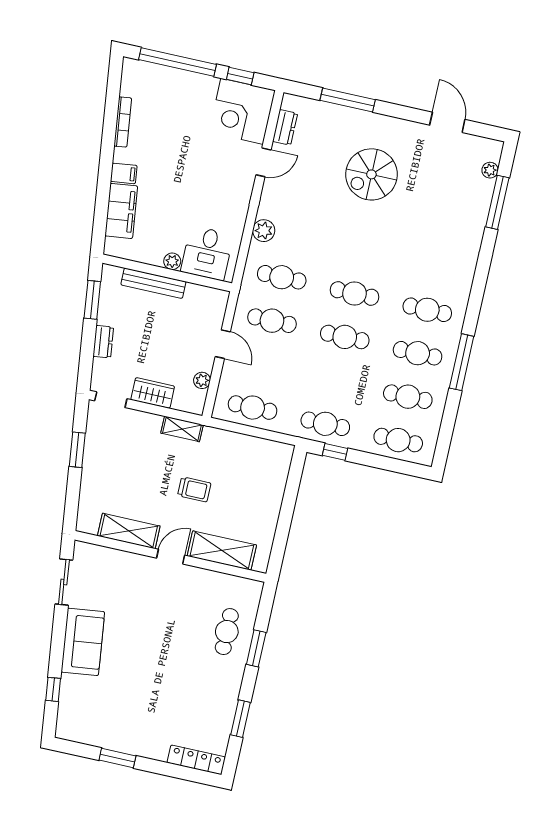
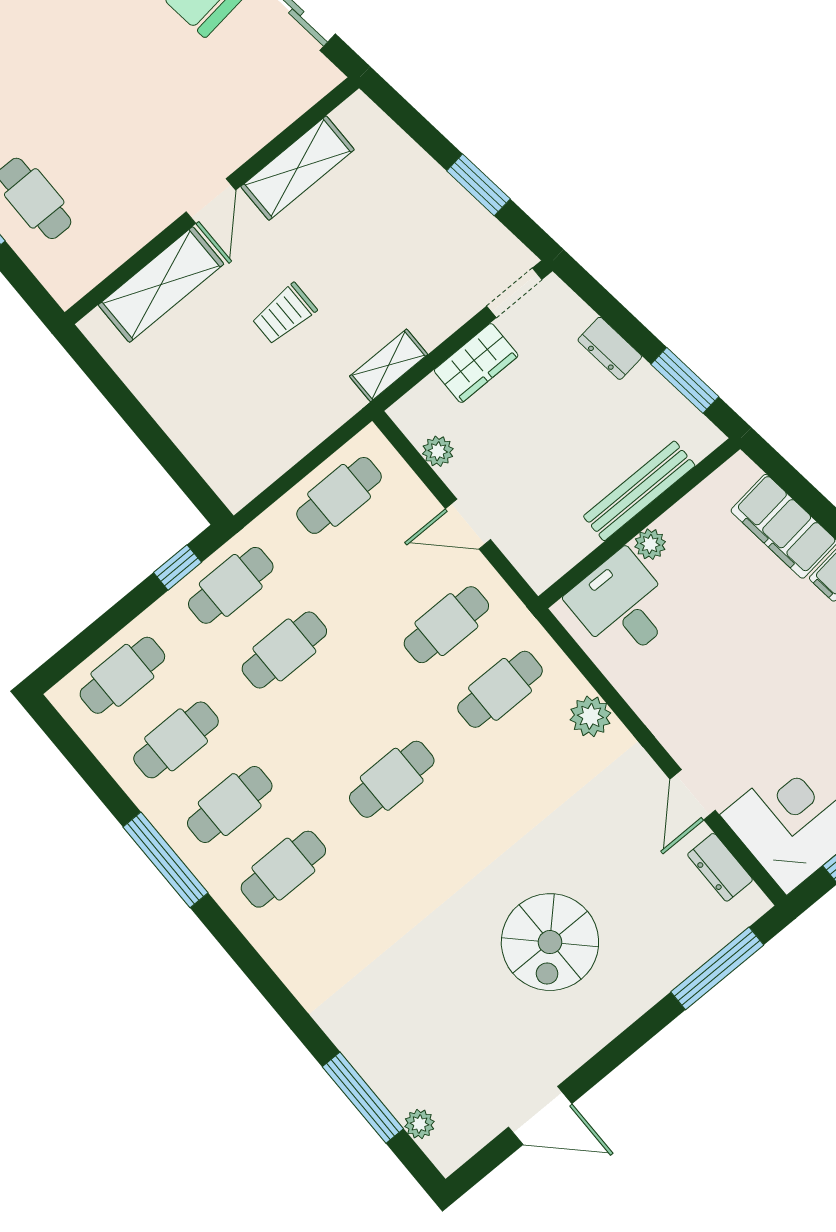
window: (348, 100) -> (717, 968), moved
spiral stairs: (371, 174) -> (550, 942), turned 180
cafe table: (345, 337) -> (284, 650), moved

